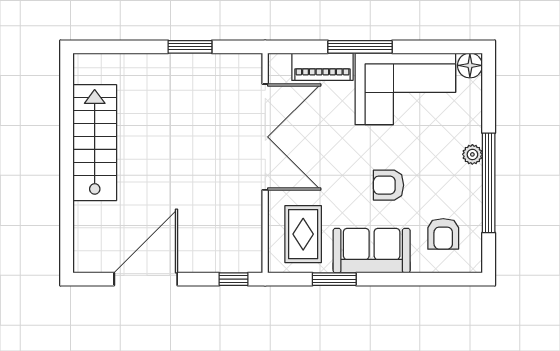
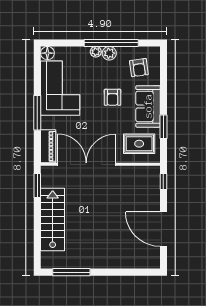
window: (190, 47) -> (37, 185), moved
piano: (322, 67) -> (48, 146), moved
window: (67, 109) -> (71, 272), added
stairs: (95, 143) -> (53, 220), moved, turned 90
plant: (470, 179) -> (109, 53), added
armchair: (443, 234) -> (139, 68), turned 82

